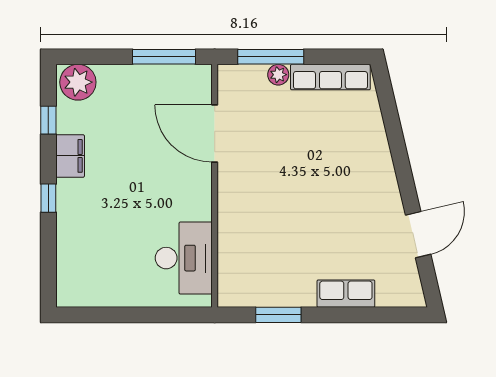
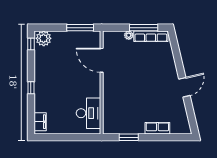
window: (271, 57) -> (144, 28), moved
window: (48, 120) -> (31, 44), moved
filing cabinet: (70, 156) -> (40, 122), moved
door: (418, 235) -> (184, 87), moved

